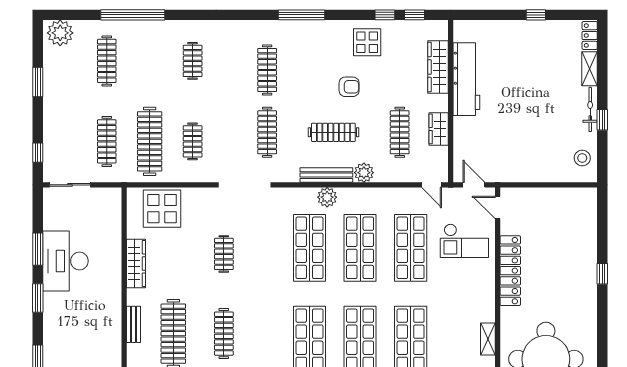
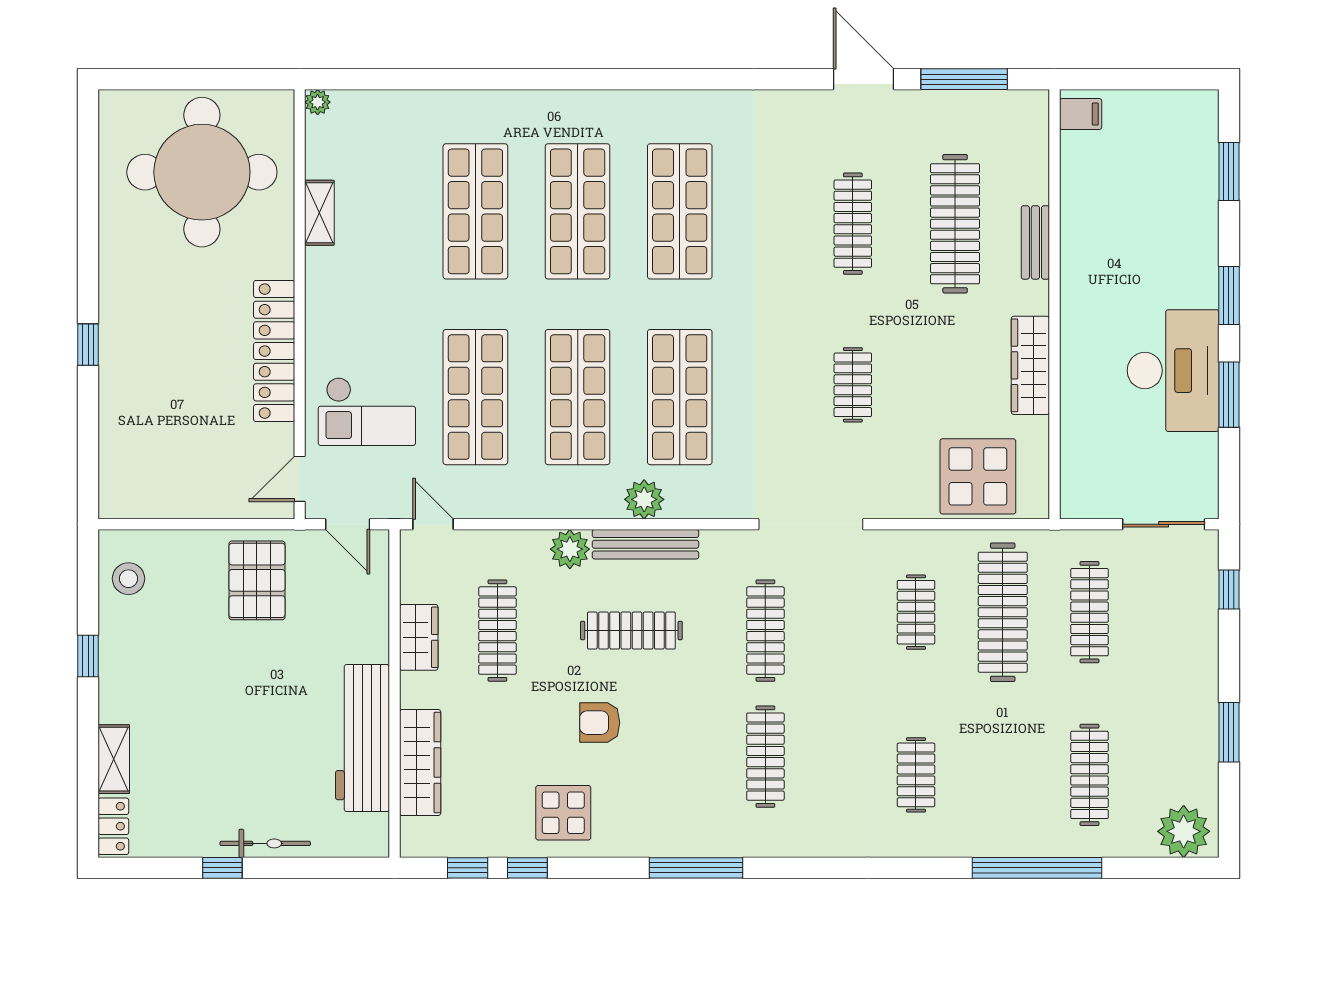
bicycle: (590, 109) -> (265, 843), moved, turned -90
pallet: (519, 157) -> (257, 580), added
door: (498, 207) -> (300, 479), swing flipped
checkout: (464, 241) -> (367, 411), turned 180

